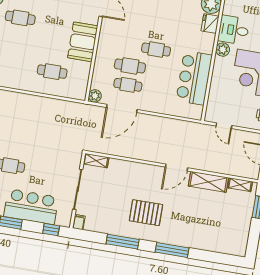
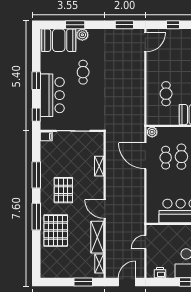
shelving: (96, 161) -> (99, 166), moved
pallet: (192, 230) -> (56, 231), added

